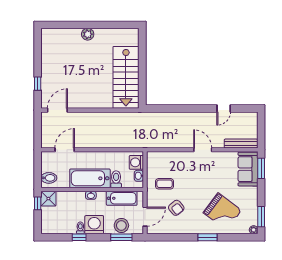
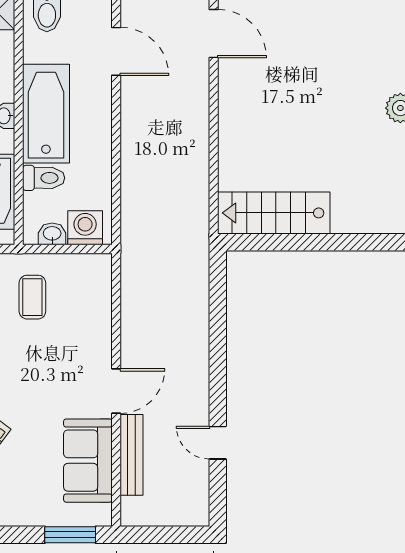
stairs: (126, 77) -> (274, 213), width x0.73, depth x0.66
bench: (241, 144) -> (132, 455), moved
sofa: (248, 169) -> (88, 461), moved, turned -90

